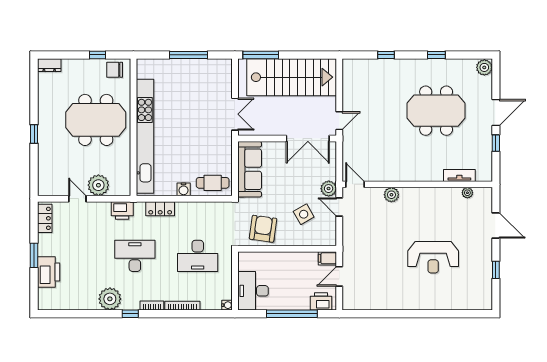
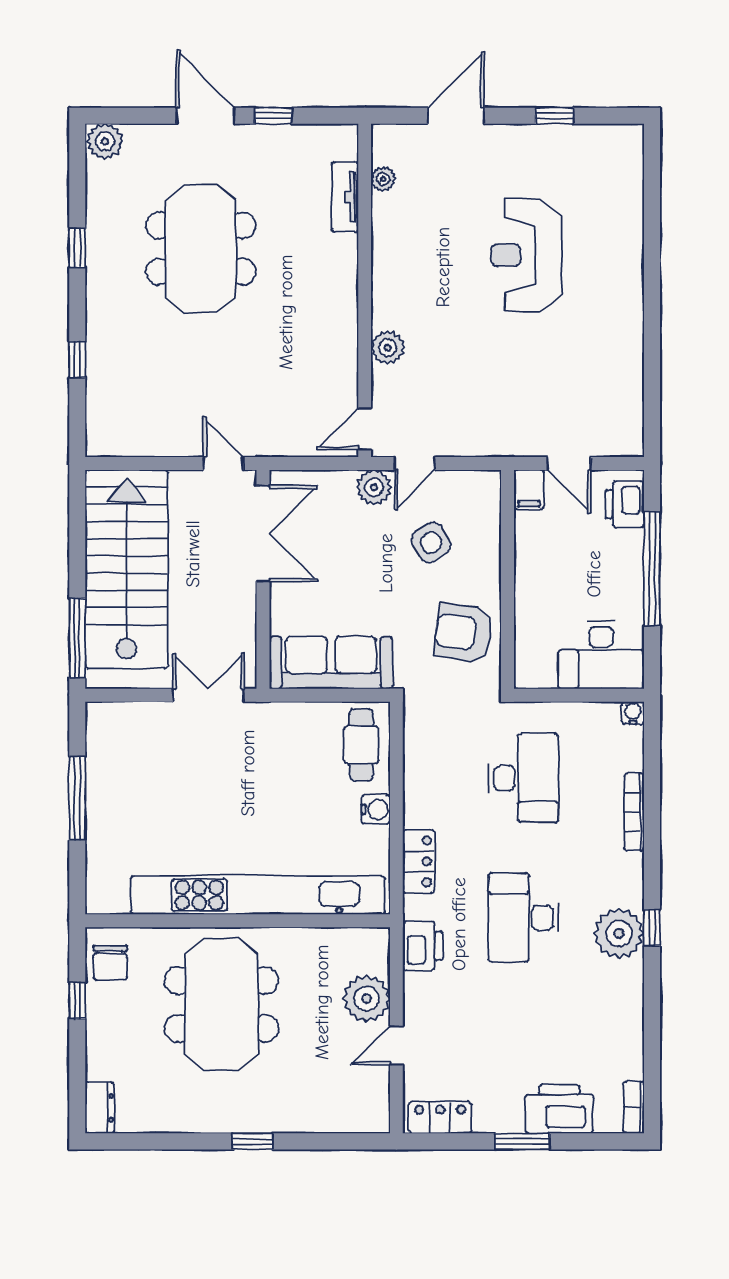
reception desk: (433, 257) -> (526, 255), turned 180
plant: (110, 299) -> (619, 933), moved
bookcase: (152, 305) -> (634, 1107), moved

